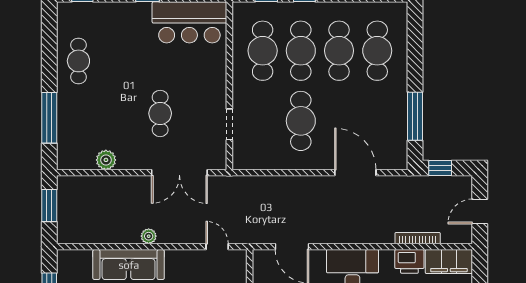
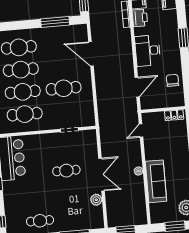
double door: (179, 173) -> (102, 175), moved
door: (355, 173) -> (91, 54), hinge flipped

